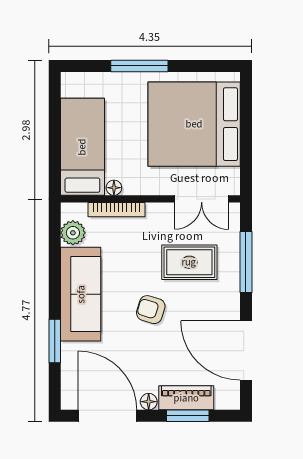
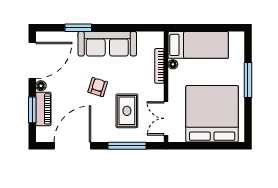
plant: (73, 233) -> (145, 39), removed

